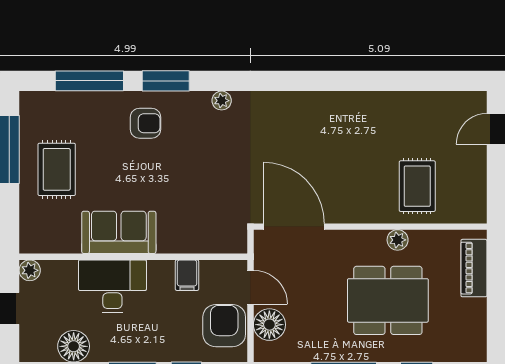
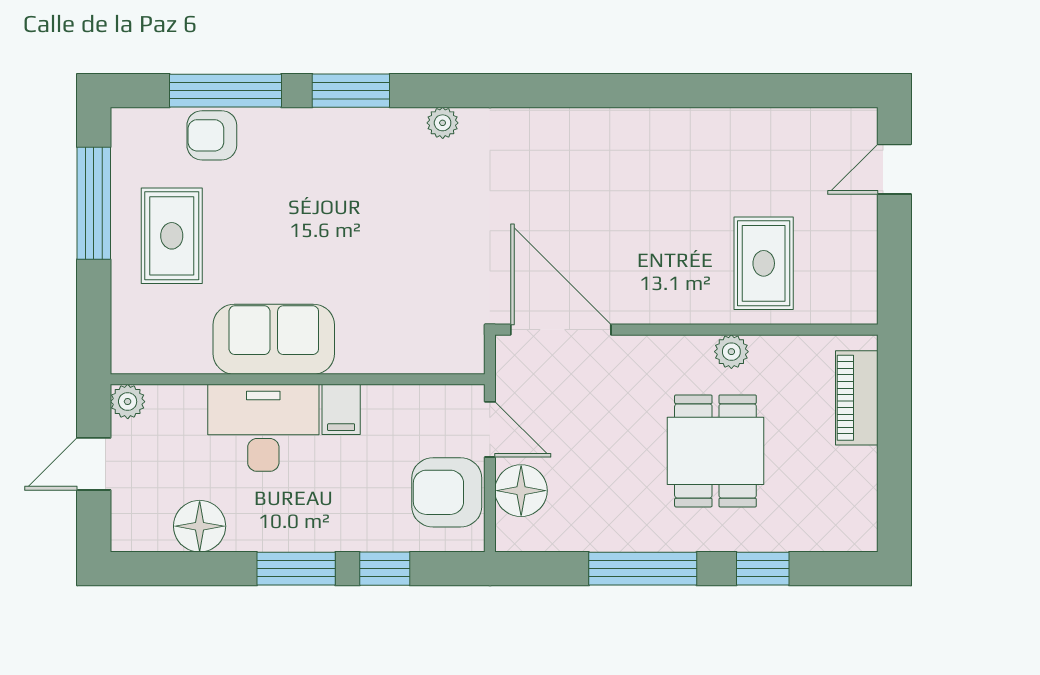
armchair: (146, 123) -> (212, 135), moved, turned 180
filing cabinet: (187, 275) -> (341, 409), moved
dining table: (388, 300) -> (715, 451), width x0.73
armchair: (224, 326) -> (447, 492), turned -90

